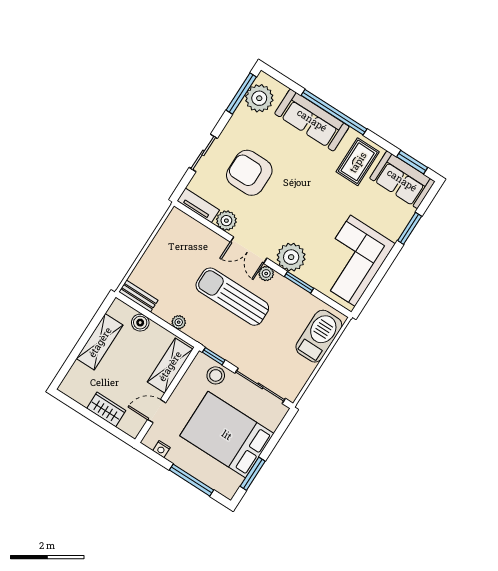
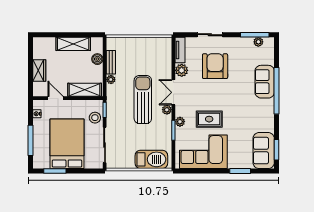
plant: (259, 98) -> (258, 42), width x0.53, depth x0.53
sofa: (312, 120) -> (265, 82), width x0.73
rug: (358, 162) -> (209, 119), moved
plant: (291, 257) -> (180, 122), width x0.53, depth x0.53
bench: (138, 296) -> (111, 62), moved

